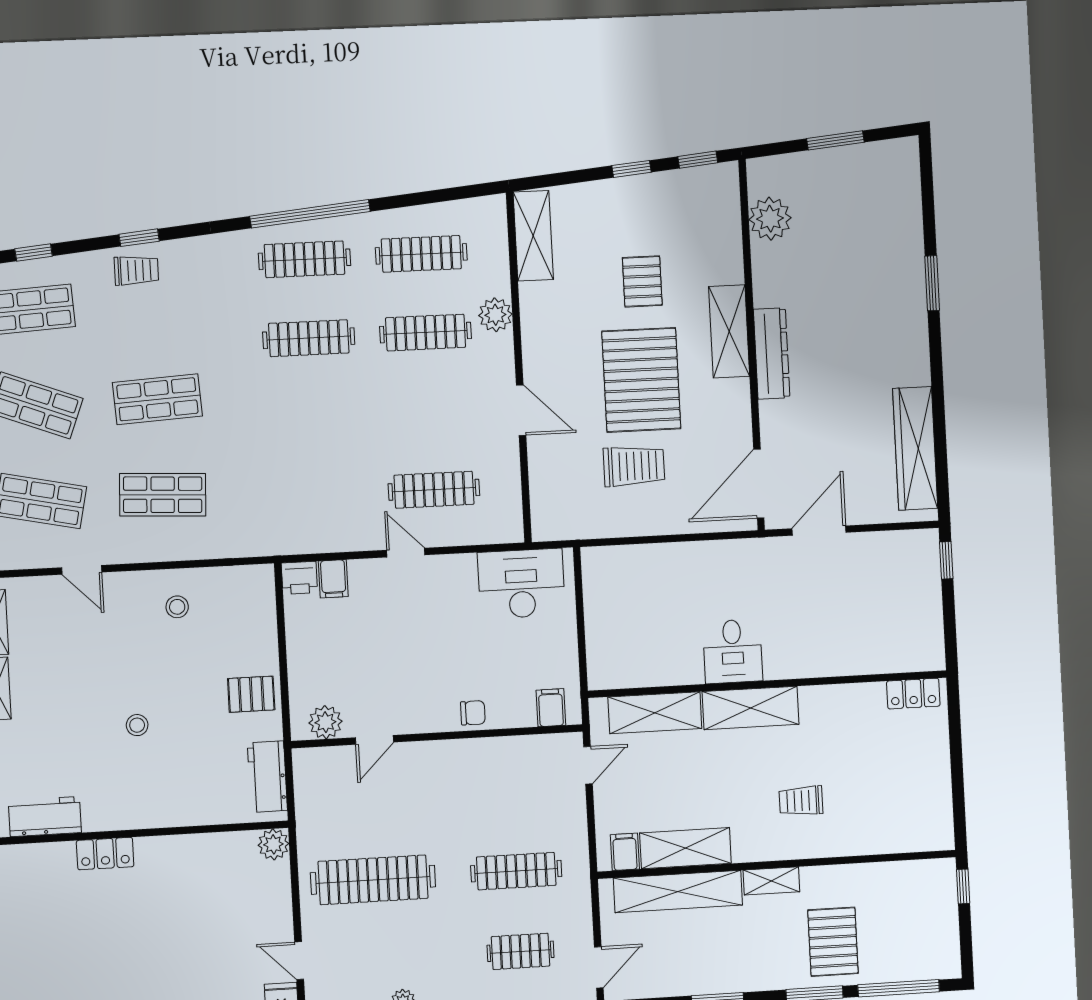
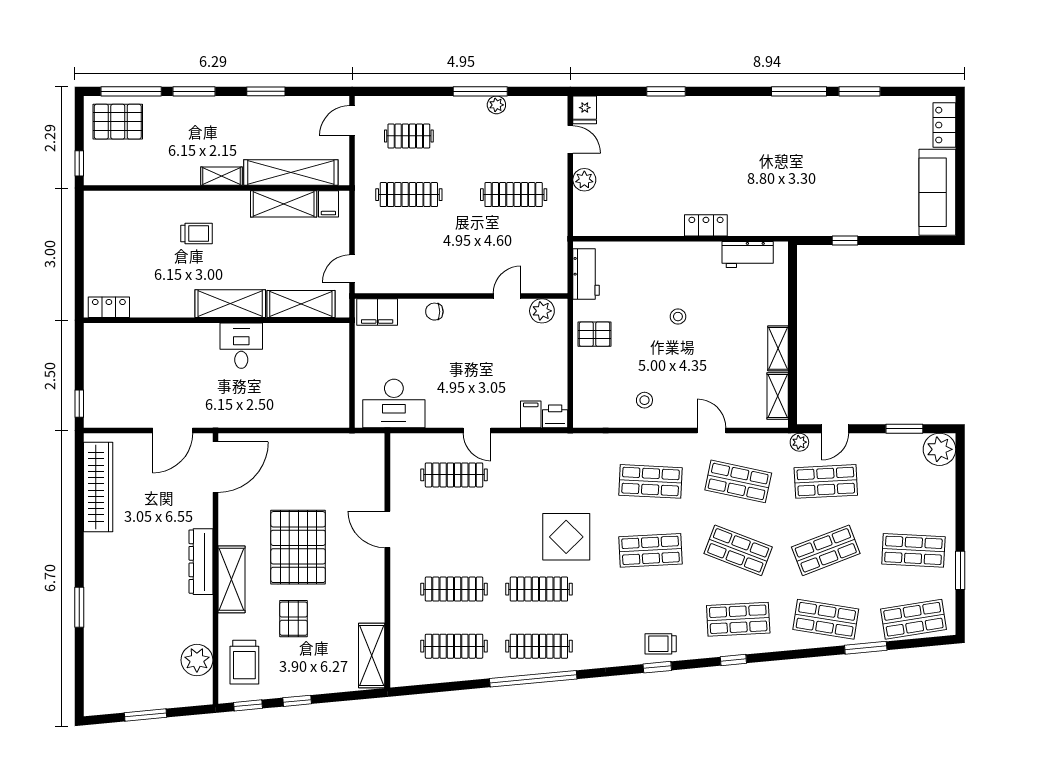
plant: (495, 315) -> (402, 600), removed
display table: (275, 412) -> (566, 537), added
trolley: (634, 466) -> (244, 662), moved, turned -90
filing cabinet: (551, 708) -> (377, 312), width x2.00
plant: (273, 844) -> (584, 180), moved
clothes rail: (373, 880) -> (514, 195), width x0.73, depth x0.76
pallet: (833, 942) -> (118, 122), moved, turned 90

